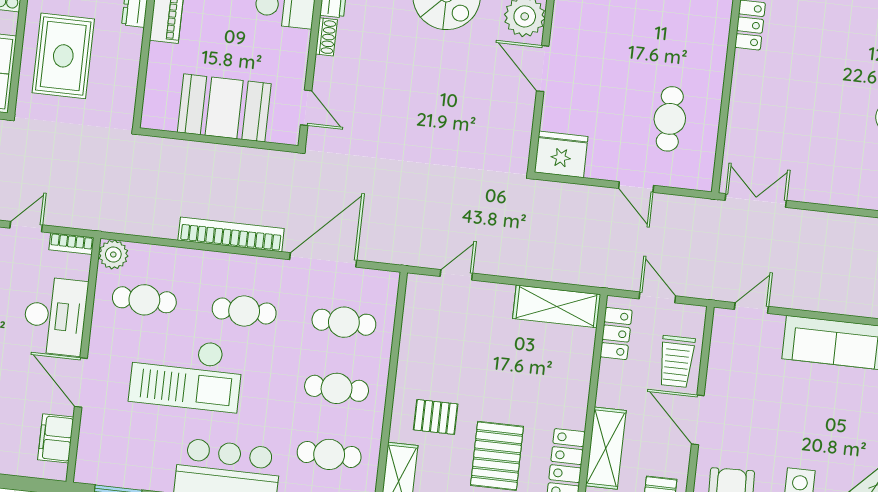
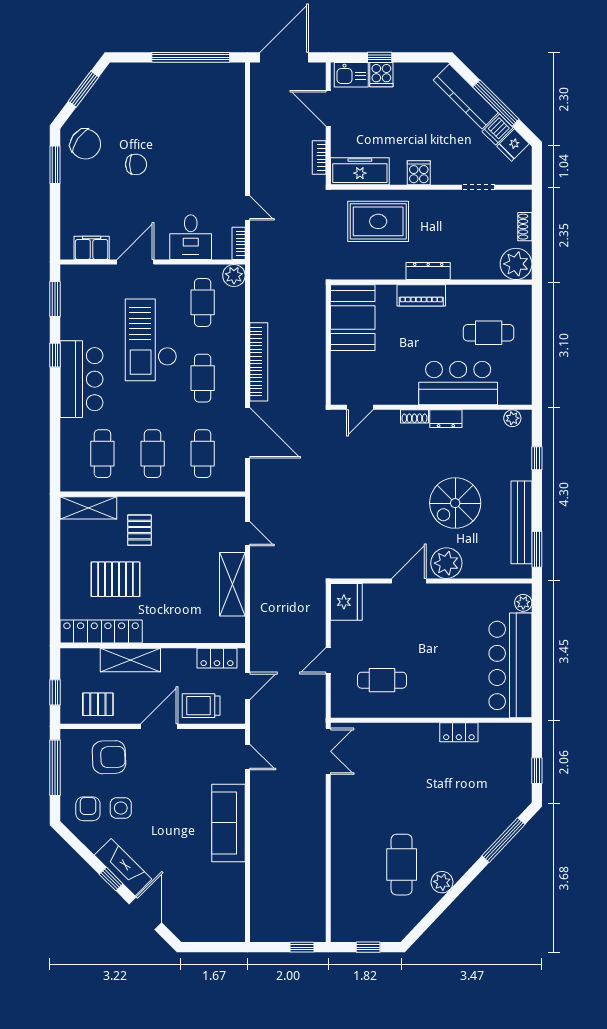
booth: (224, 108) -> (353, 318), moved
shelving: (557, 306) -> (232, 584), moved
desk: (55, 316) -> (191, 237), width x0.73

